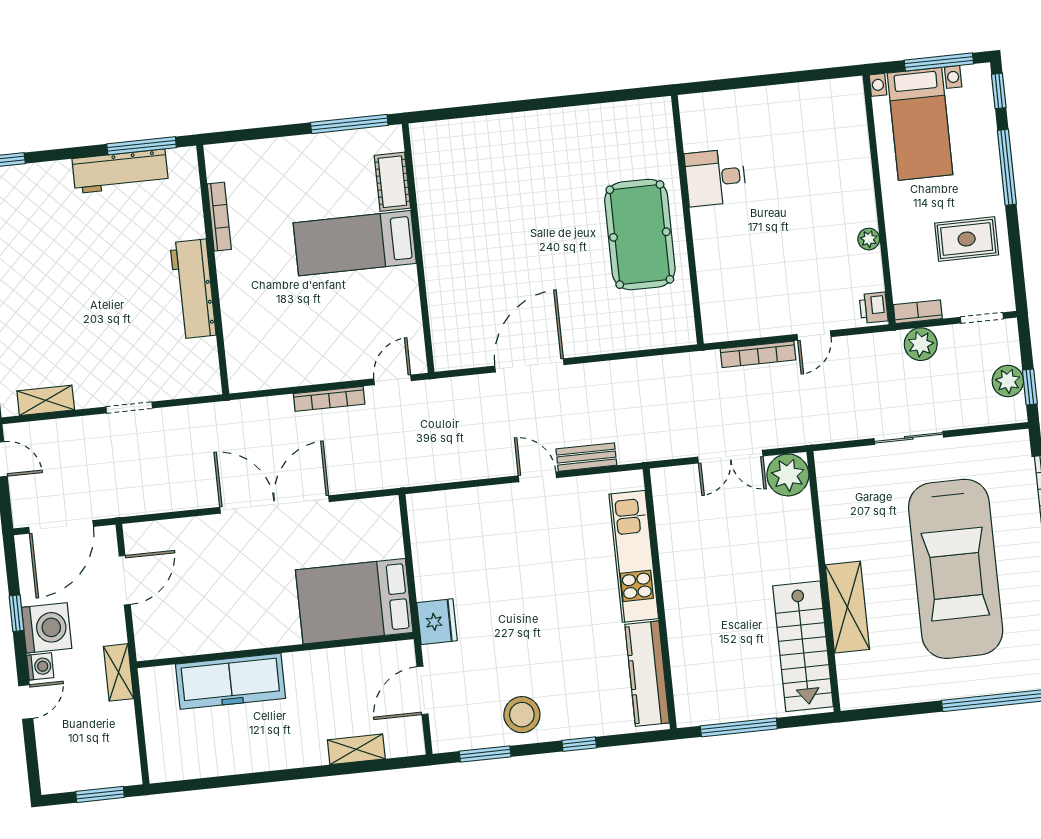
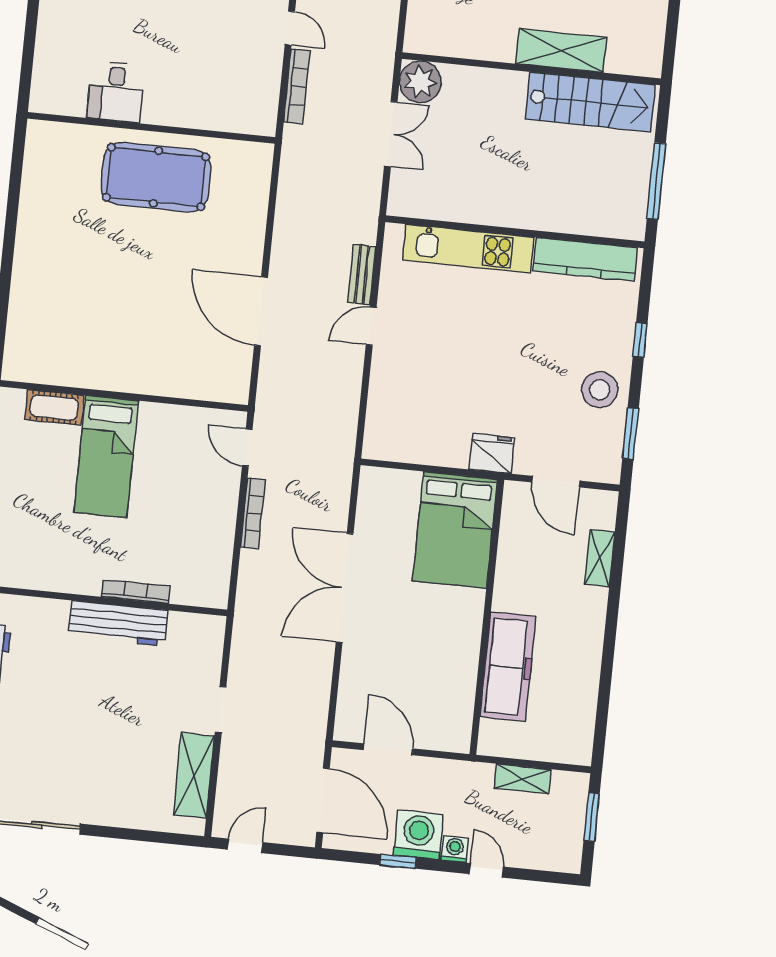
bookcase: (219, 217) -> (136, 592), moved
shelving: (46, 400) -> (194, 776), width x1.50, depth x1.33
shelving: (119, 672) -> (522, 779), moved

